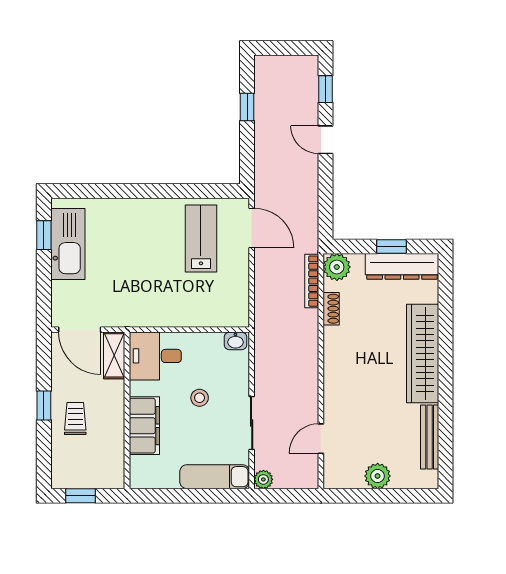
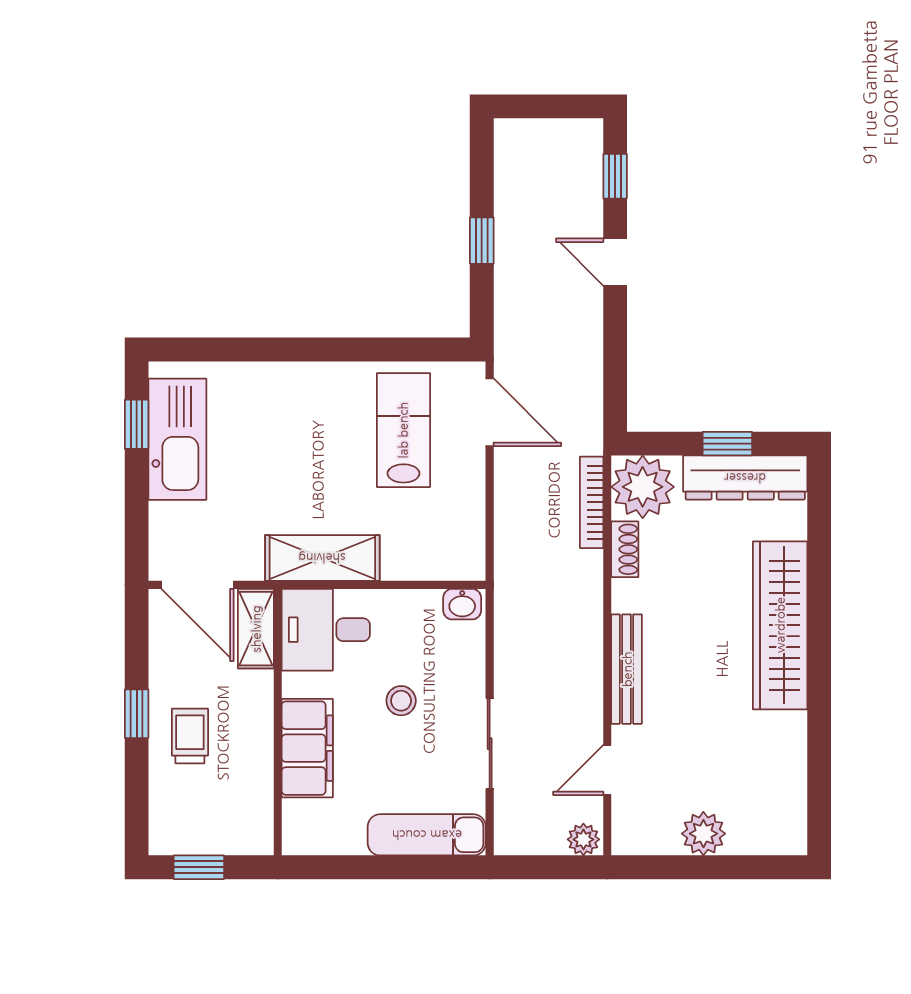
window: (247, 107) -> (482, 241), moved
plant: (337, 267) -> (643, 487), width x1.36, depth x1.36
shelving: (153, 314) -> (322, 558), added
bench: (430, 437) -> (627, 669), moved
plant: (263, 479) -> (583, 839), moved

